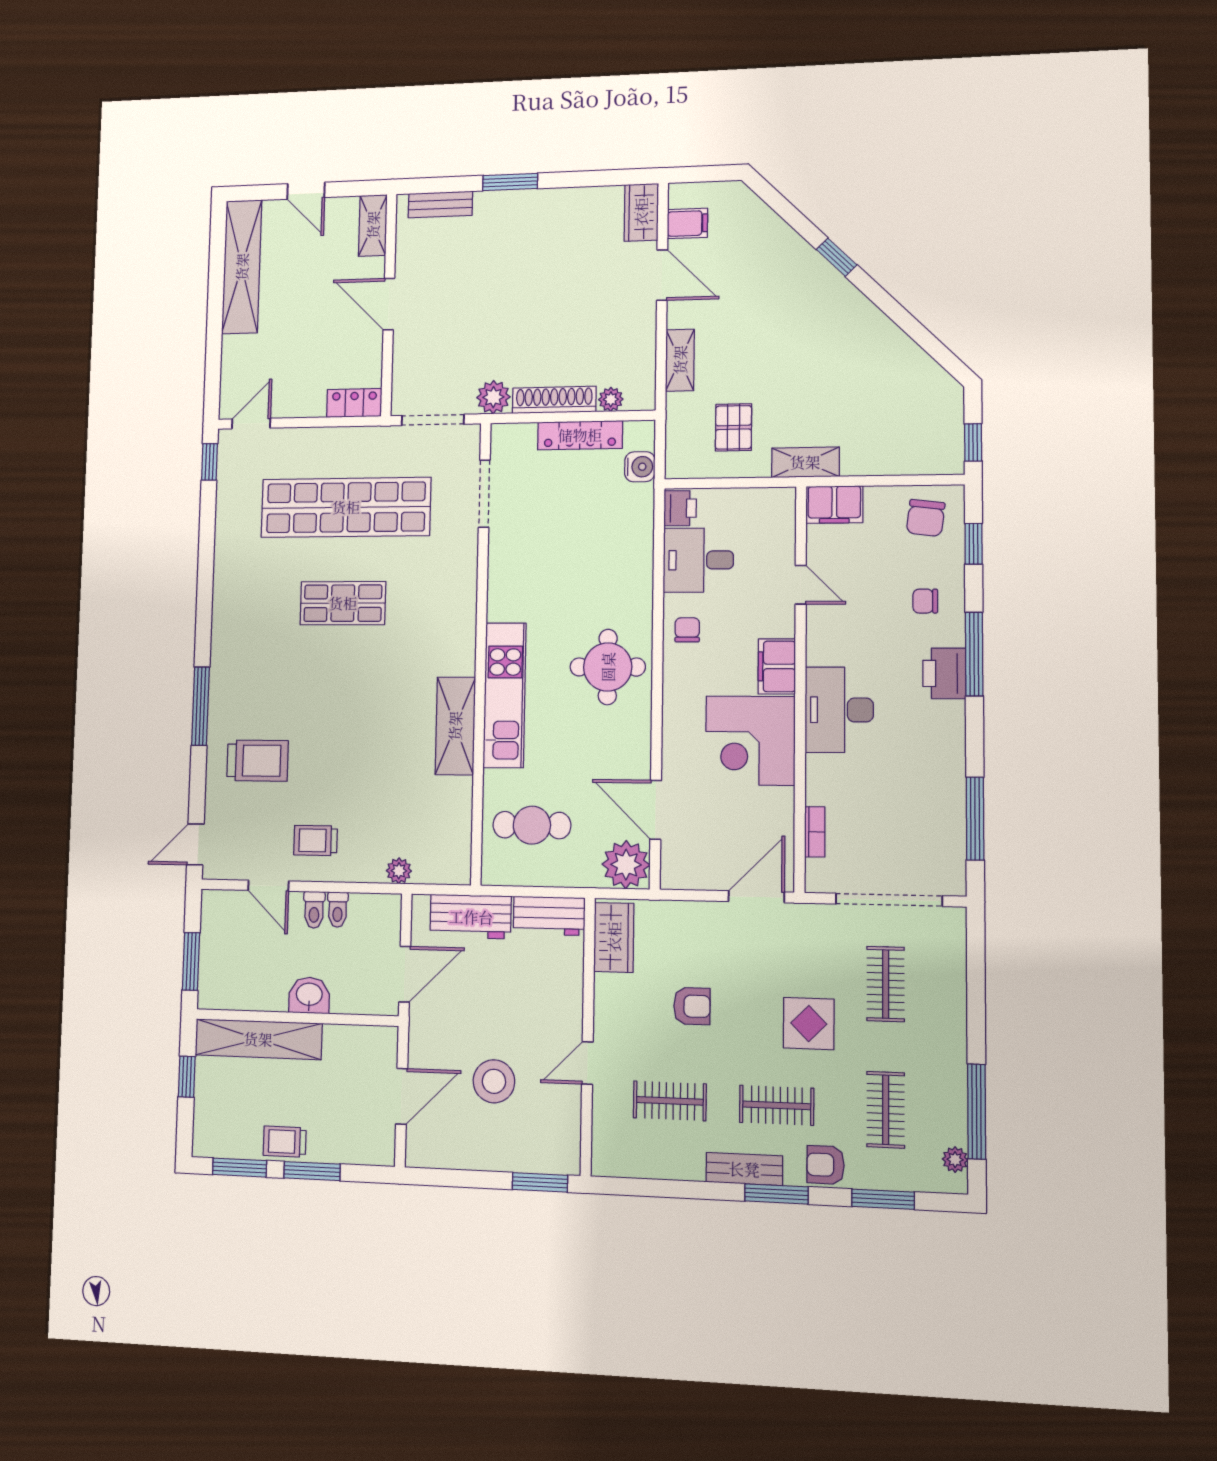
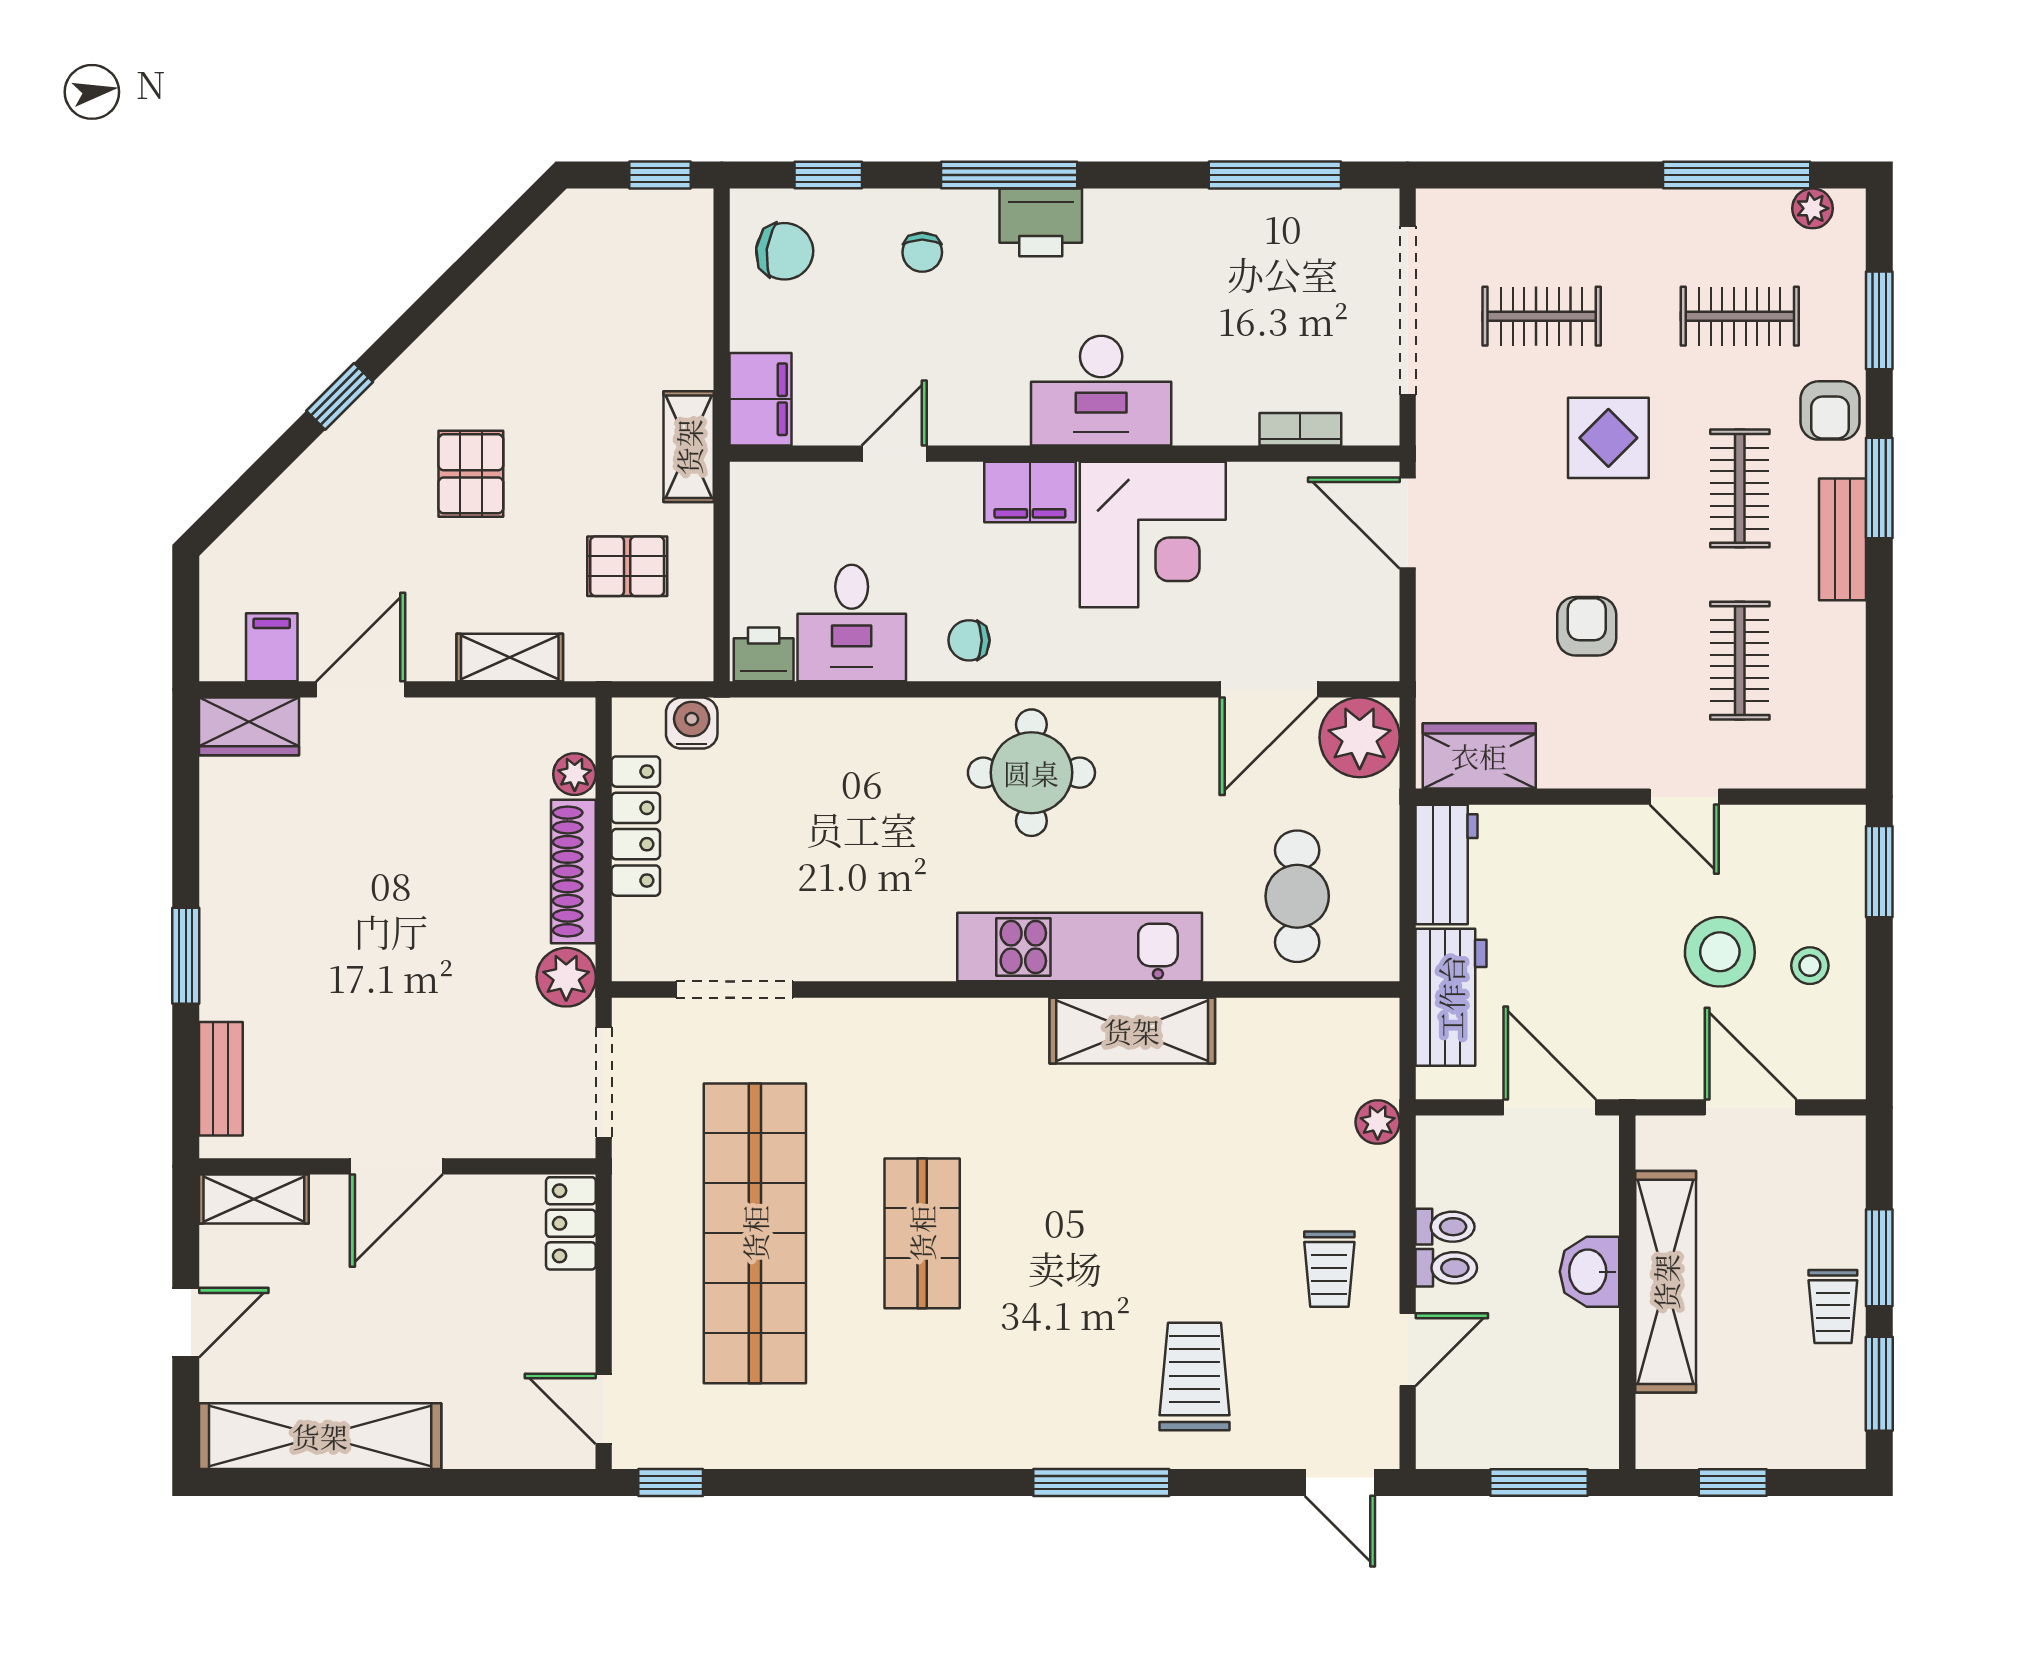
pallet: (790, 335) -> (471, 474), added
shelving: (258, 1039) -> (1666, 1282), moved
stool: (485, 1137) -> (1810, 966), added

